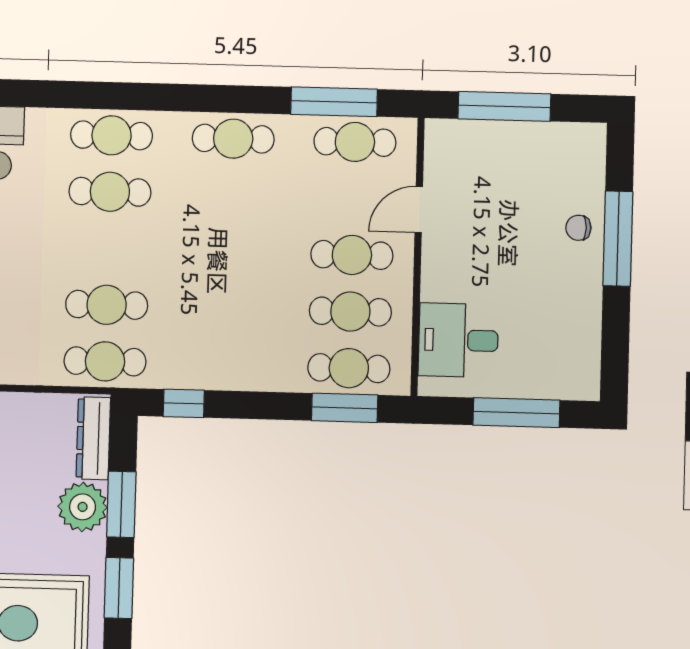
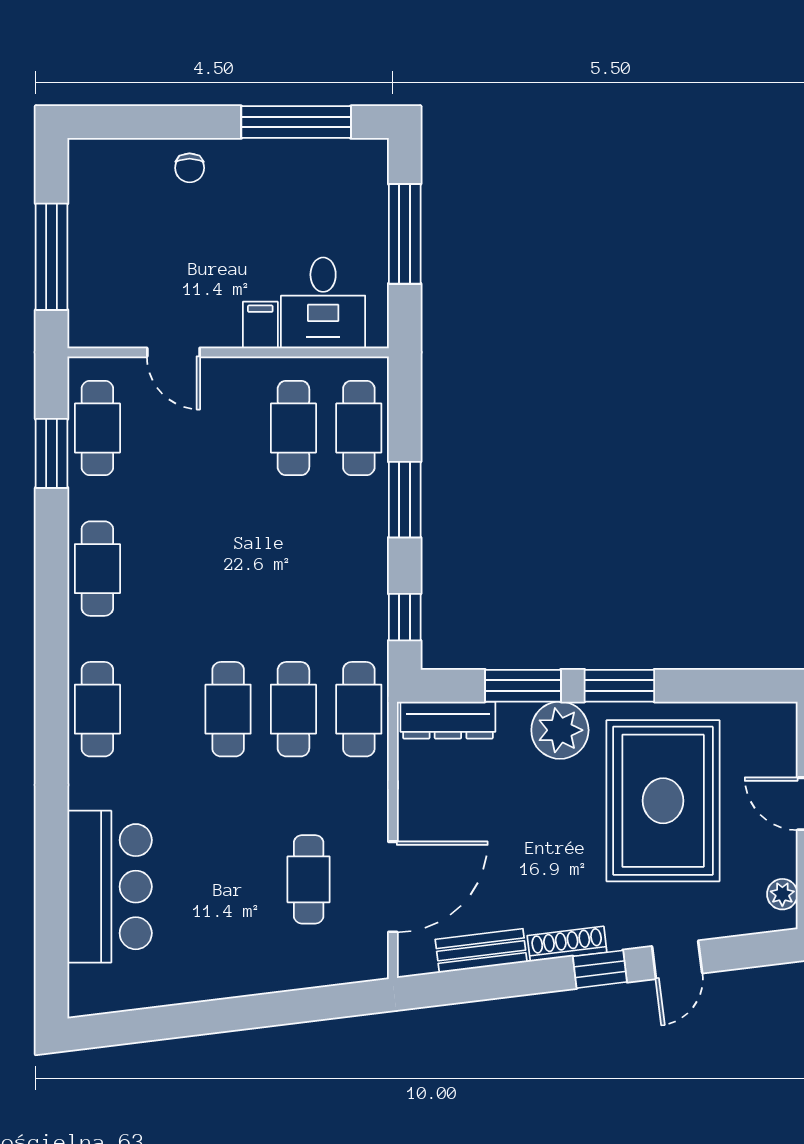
window: (334, 102) -> (52, 453), width x0.69
cafe table: (110, 192) -> (228, 709), moved
window: (618, 239) -> (296, 122), moved
cafe table: (352, 255) -> (228, 428), removed
filing cabinet: (440, 285) -> (260, 325), added
window: (345, 408) -> (405, 500), moved
plant: (83, 507) -> (560, 730), moved

